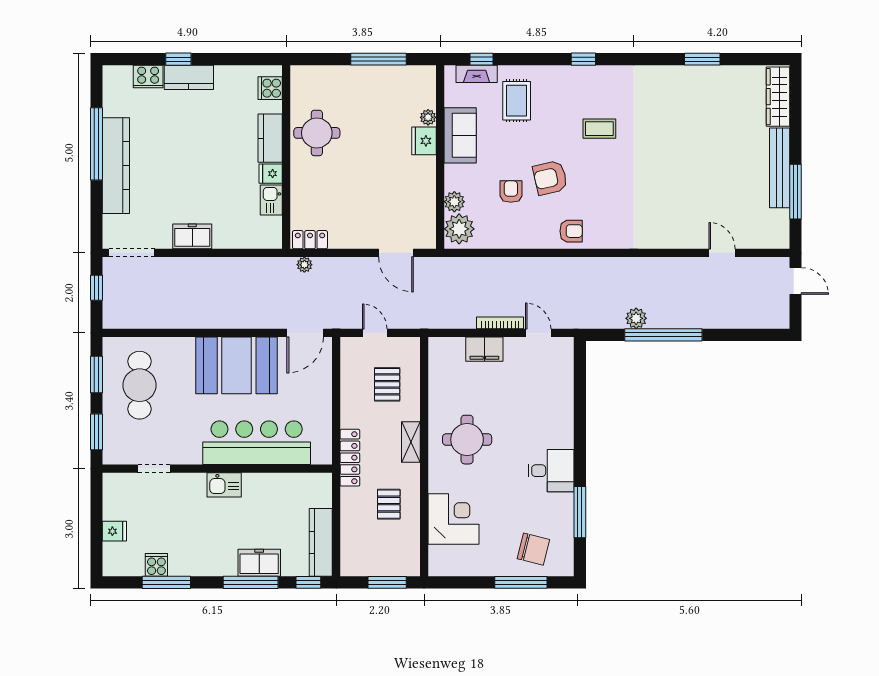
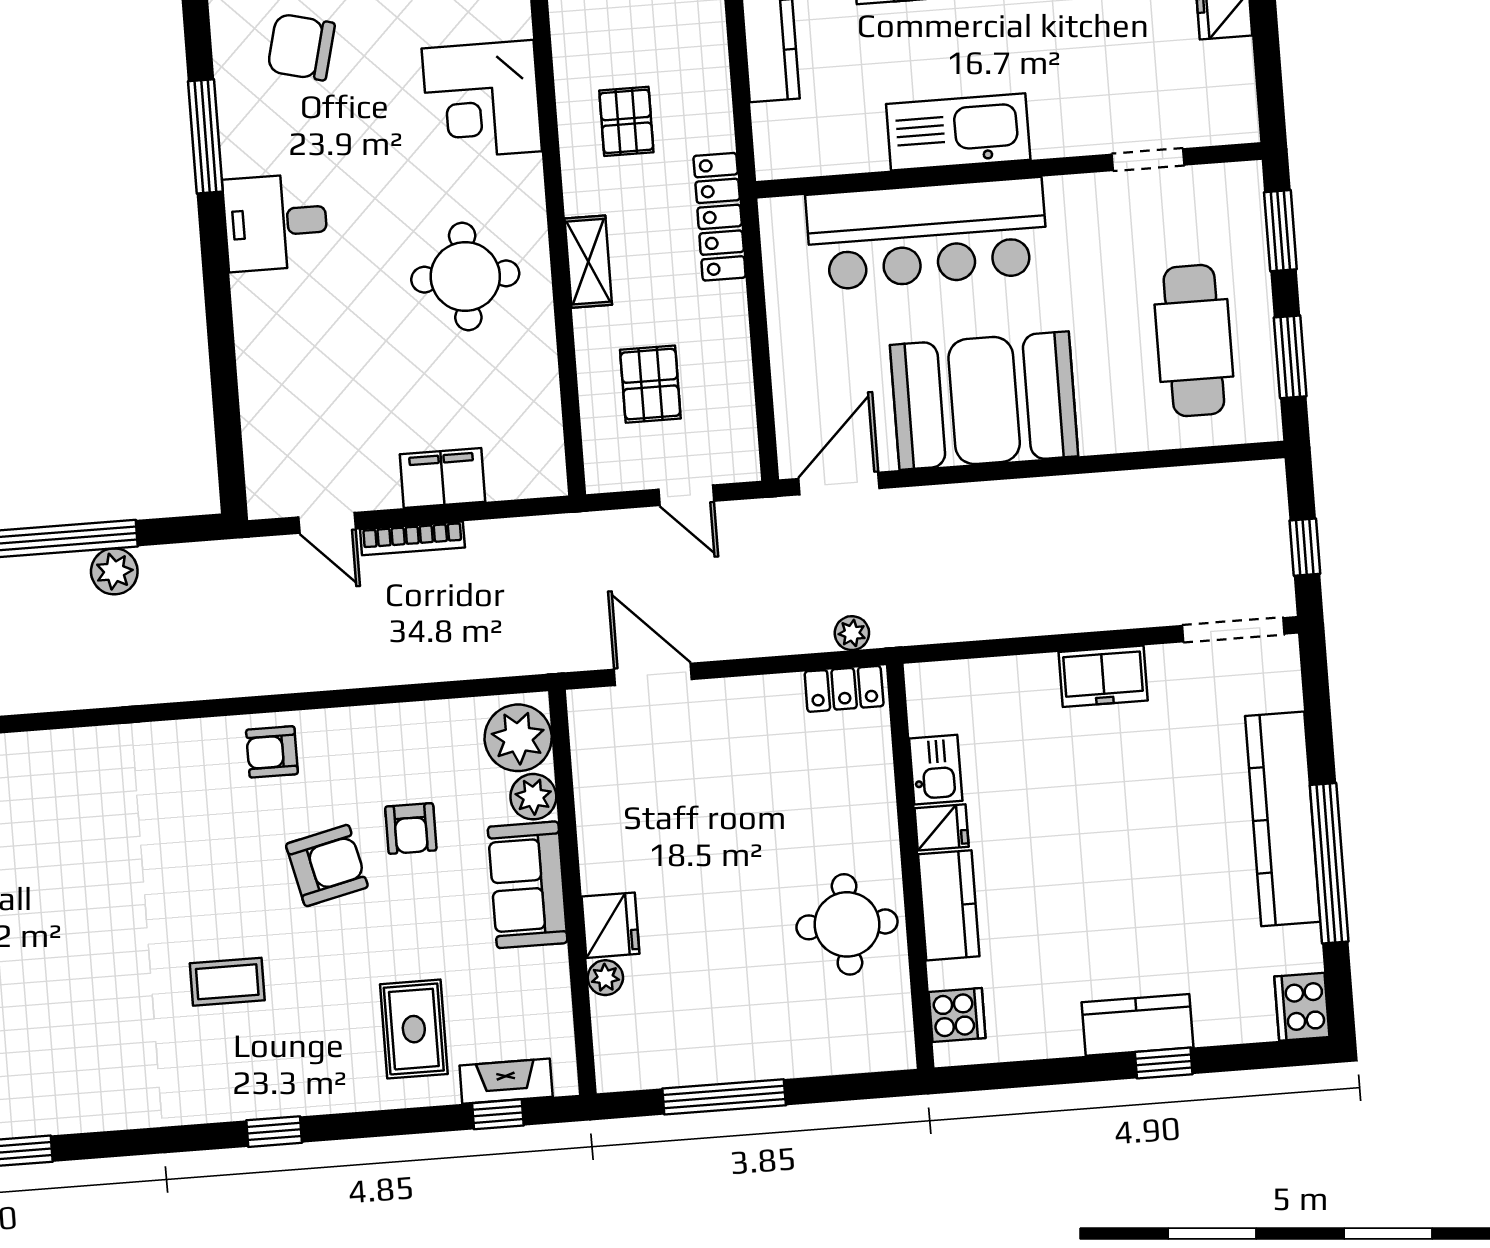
cooker: (148, 77) -> (1302, 1007), moved, turned -90
sofa: (460, 135) -> (528, 885), moved
kitchen sink: (224, 485) -> (958, 132), width x1.87, depth x1.24

